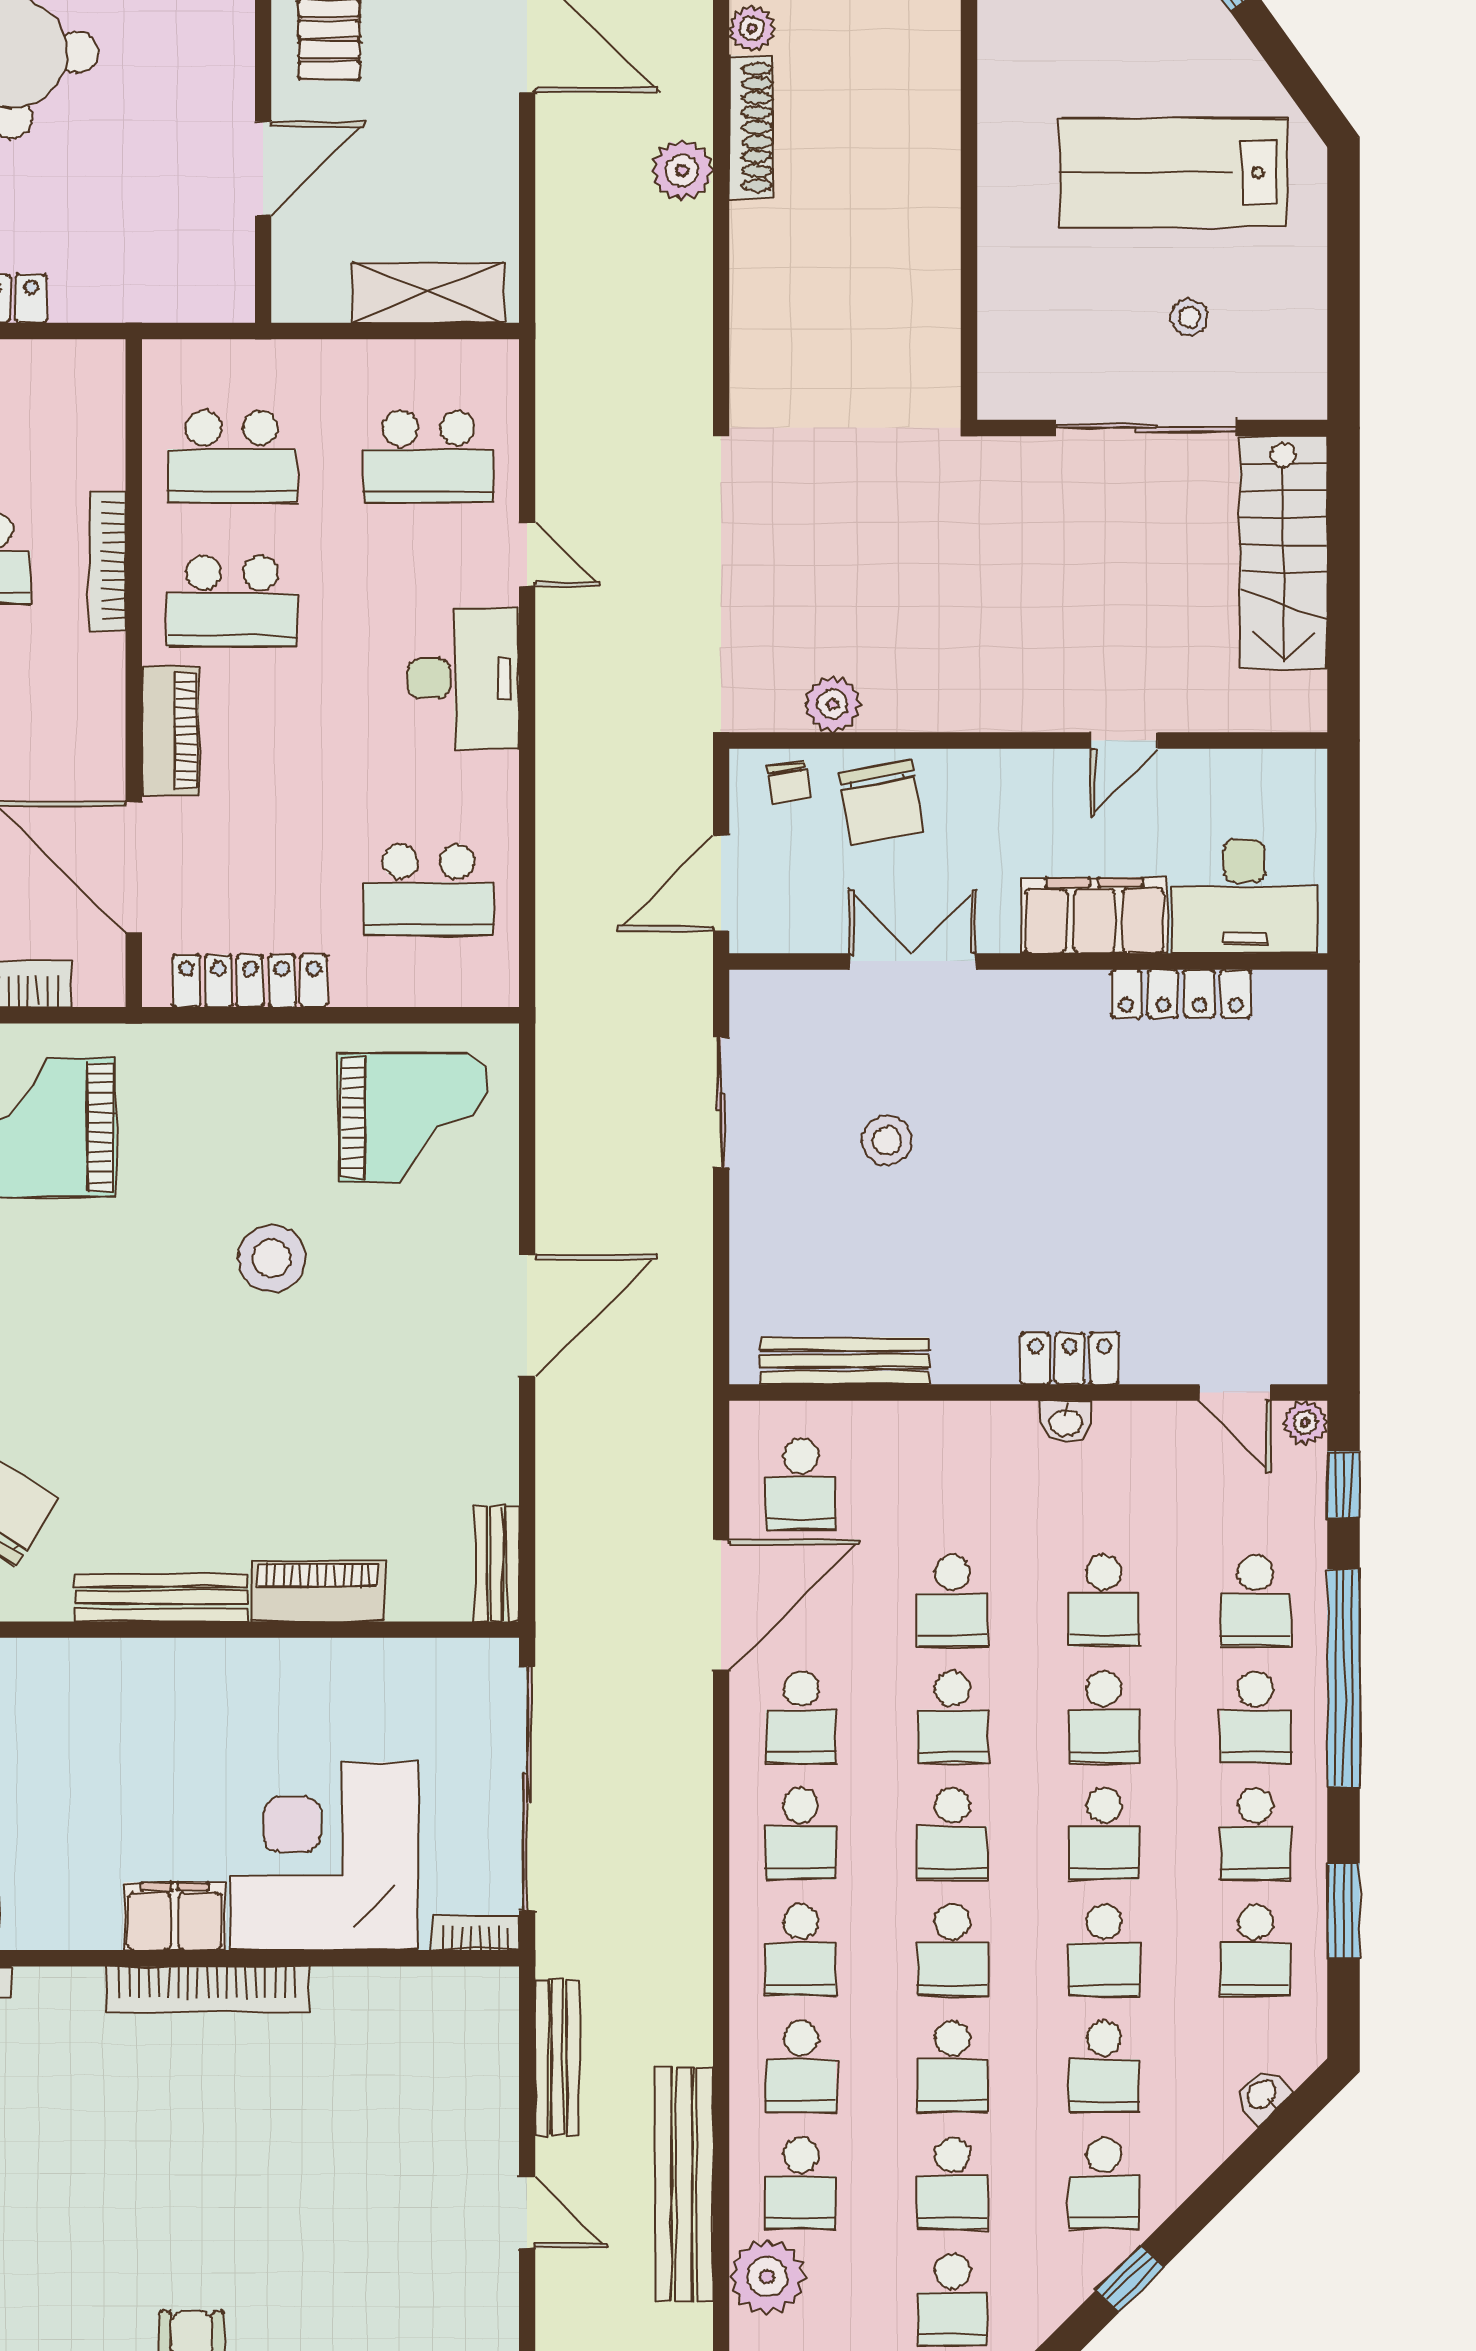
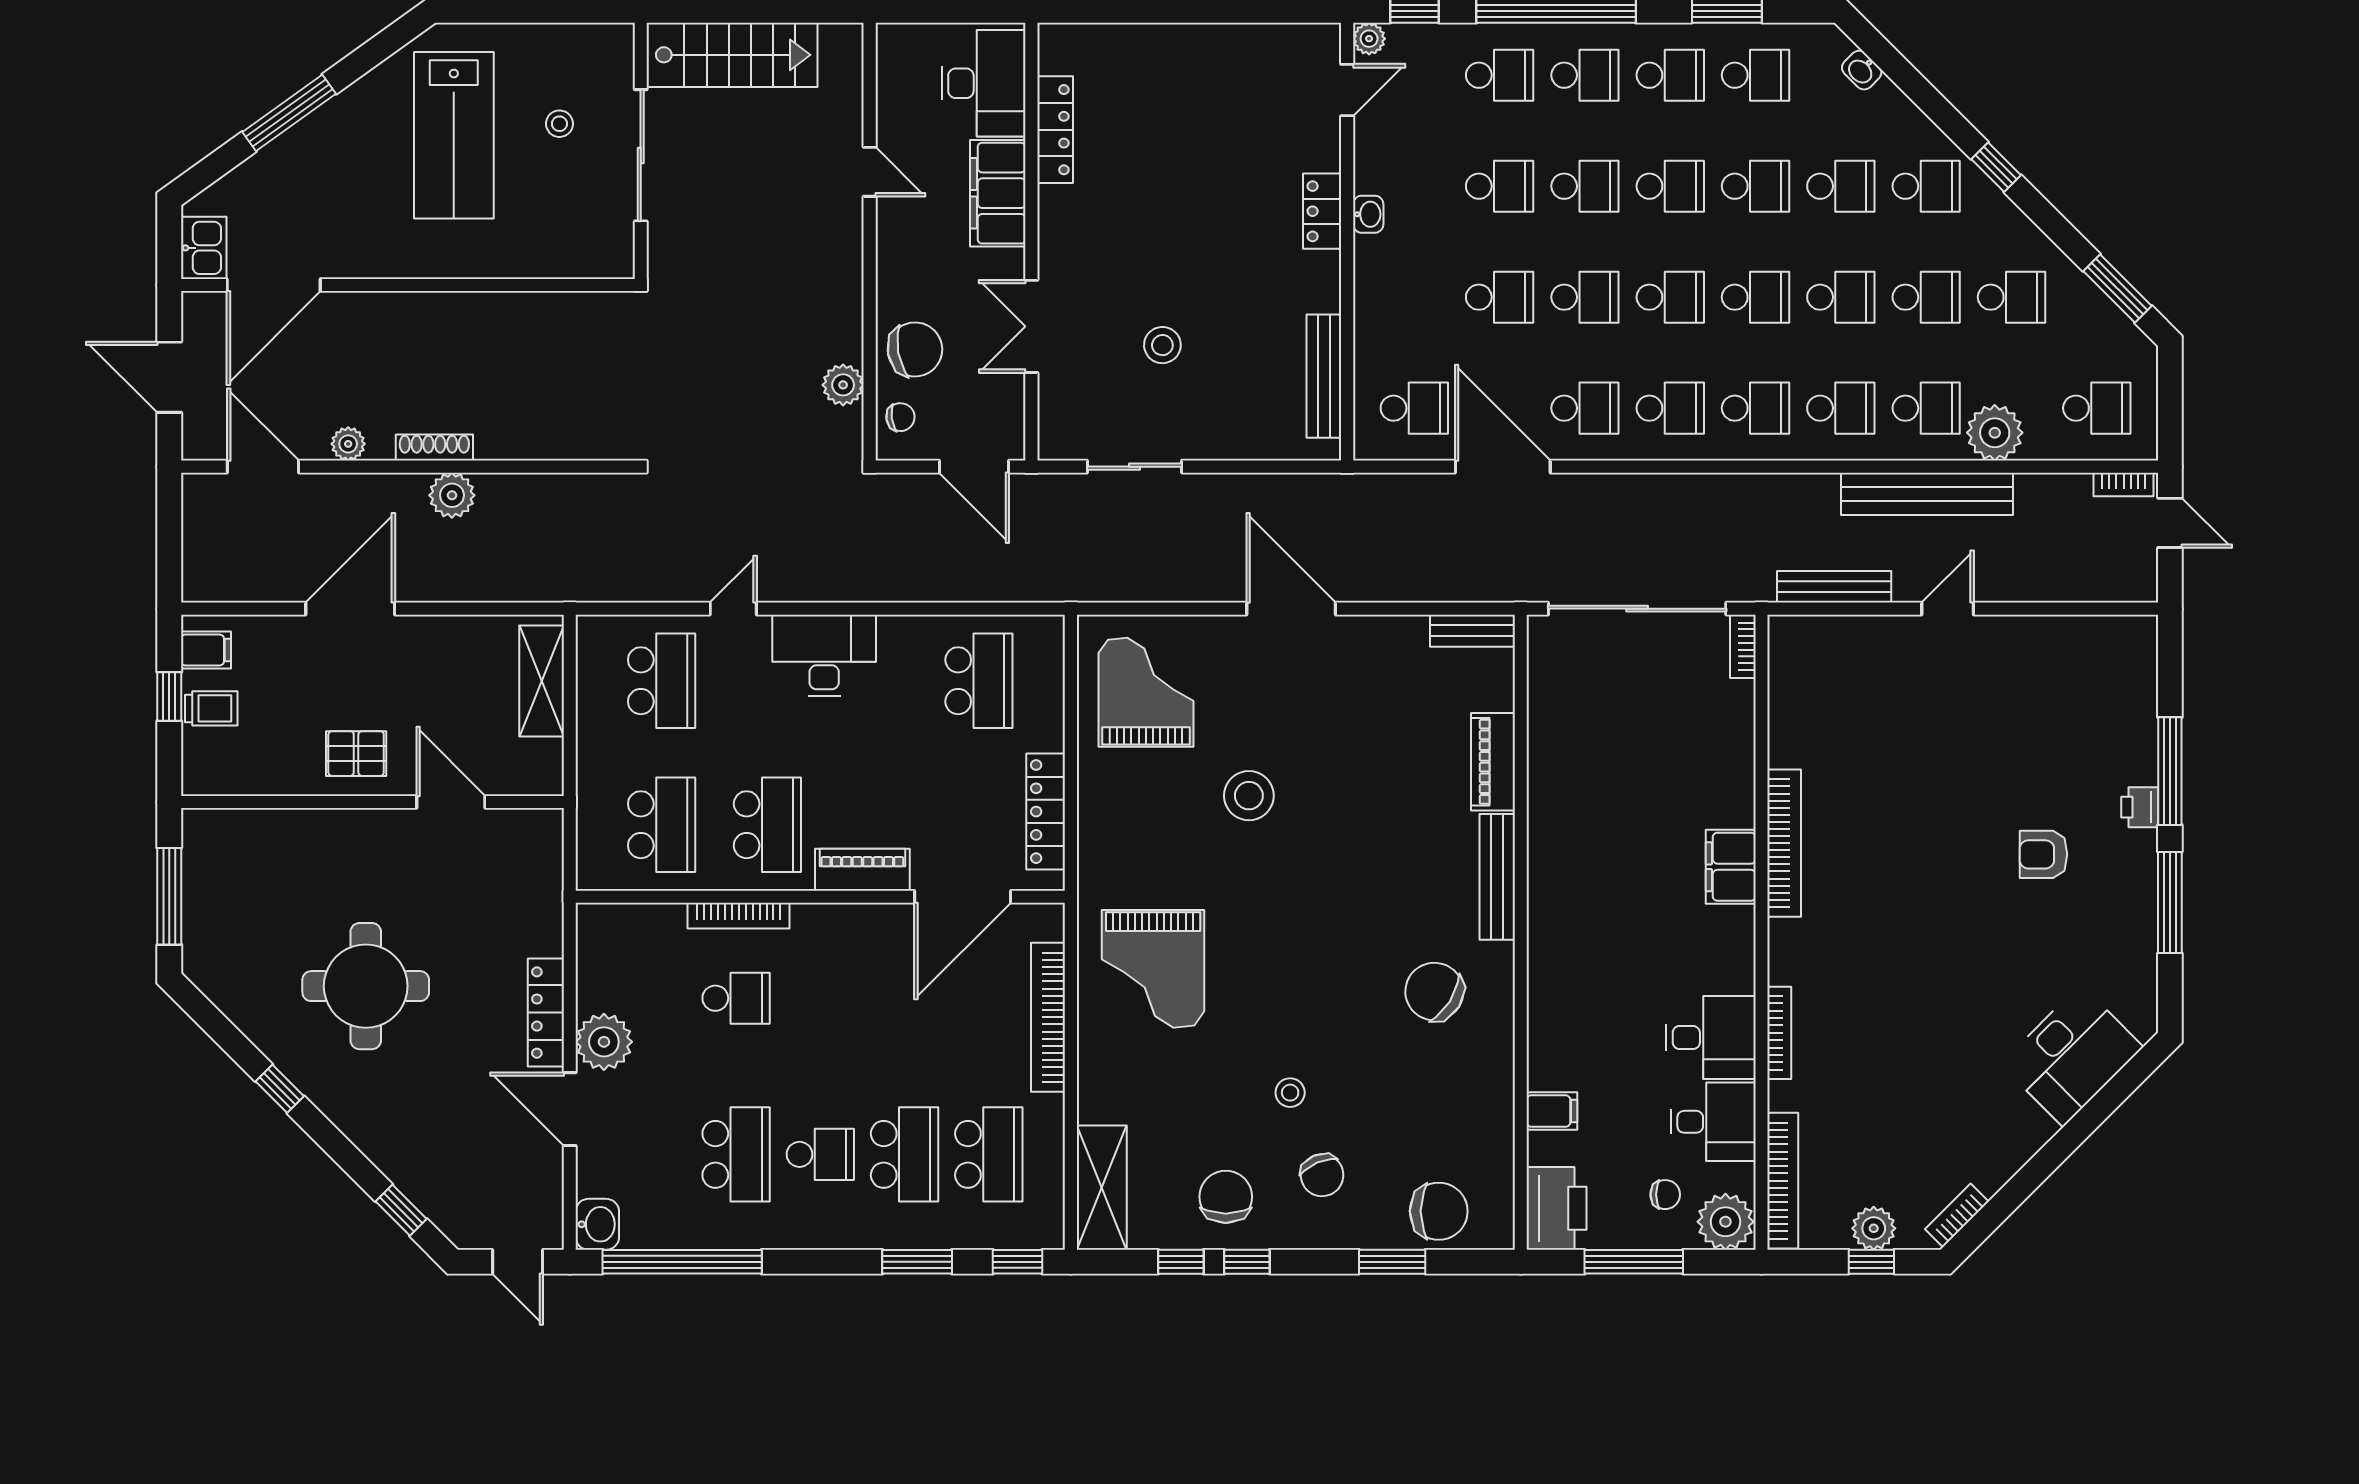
shoe rack: (751, 127) -> (434, 448), width x0.74, depth x0.81
corner desk: (324, 1856) -> (1687, 758), removed

